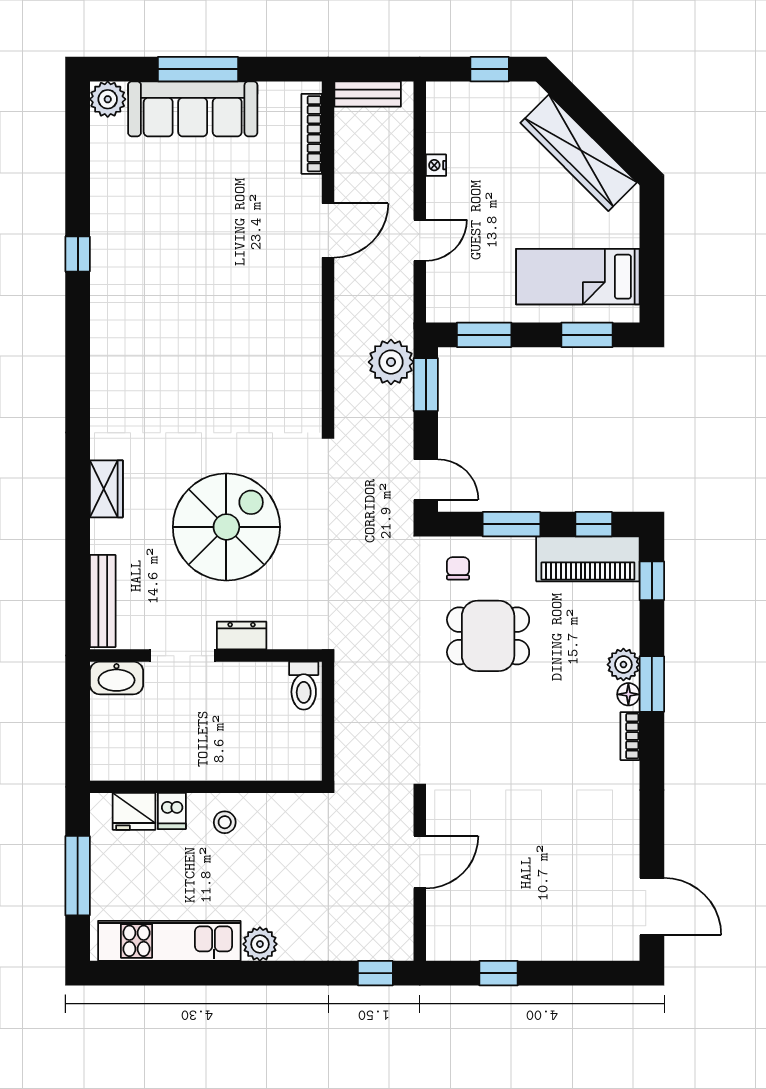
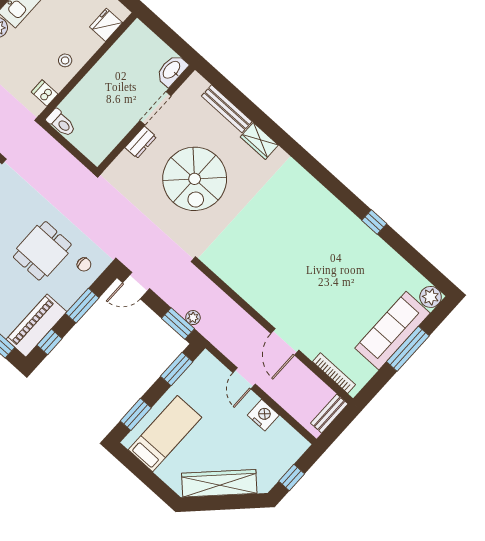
nightstand: (436, 165) -> (263, 415), width x1.89, depth x1.79
plant: (391, 362) -> (193, 318), width x0.53, depth x0.53
bench: (103, 601) -> (227, 109), moved
toilet: (304, 686) -> (61, 123), moved, turned 180
dishwasher: (172, 811) -> (45, 93), moved

